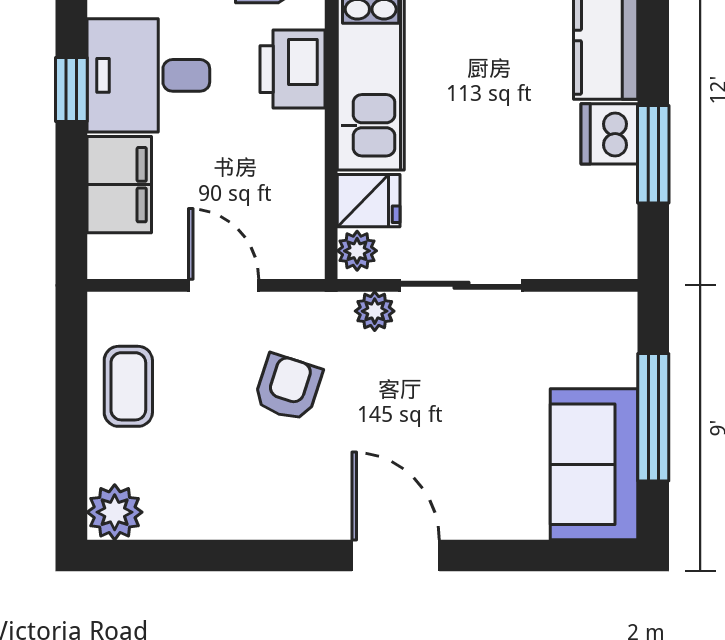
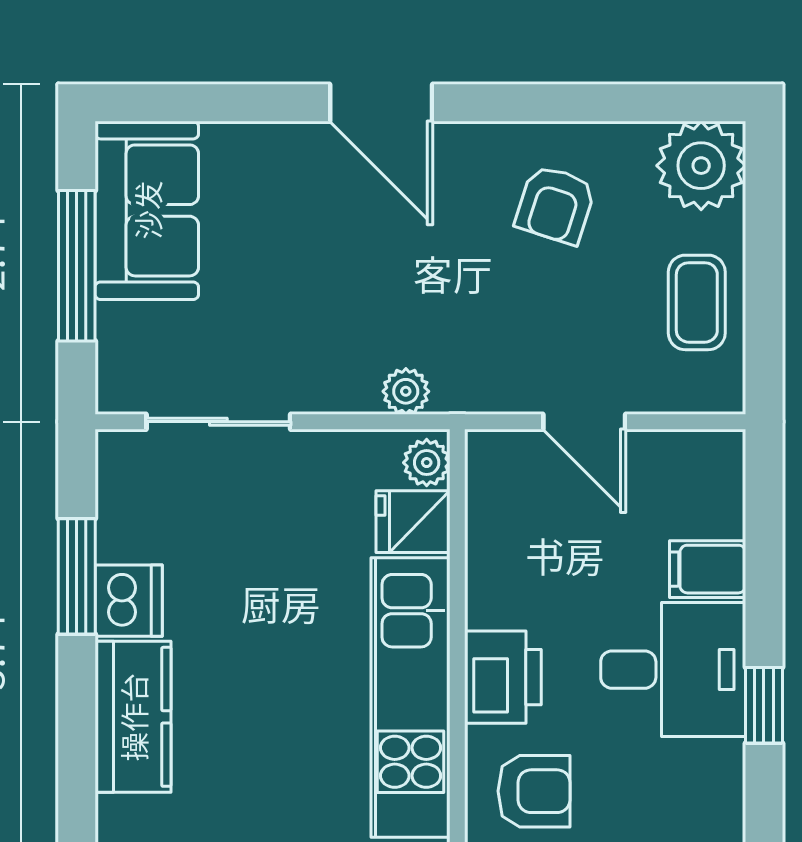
window: (71, 90) -> (764, 705), moved
filing cabinet: (119, 185) -> (708, 569), width x0.50
sliding door: (461, 285) -> (218, 422), moved
armchair: (288, 387) -> (555, 205), moved
plant: (115, 512) -> (701, 166), width x1.36, depth x1.36

